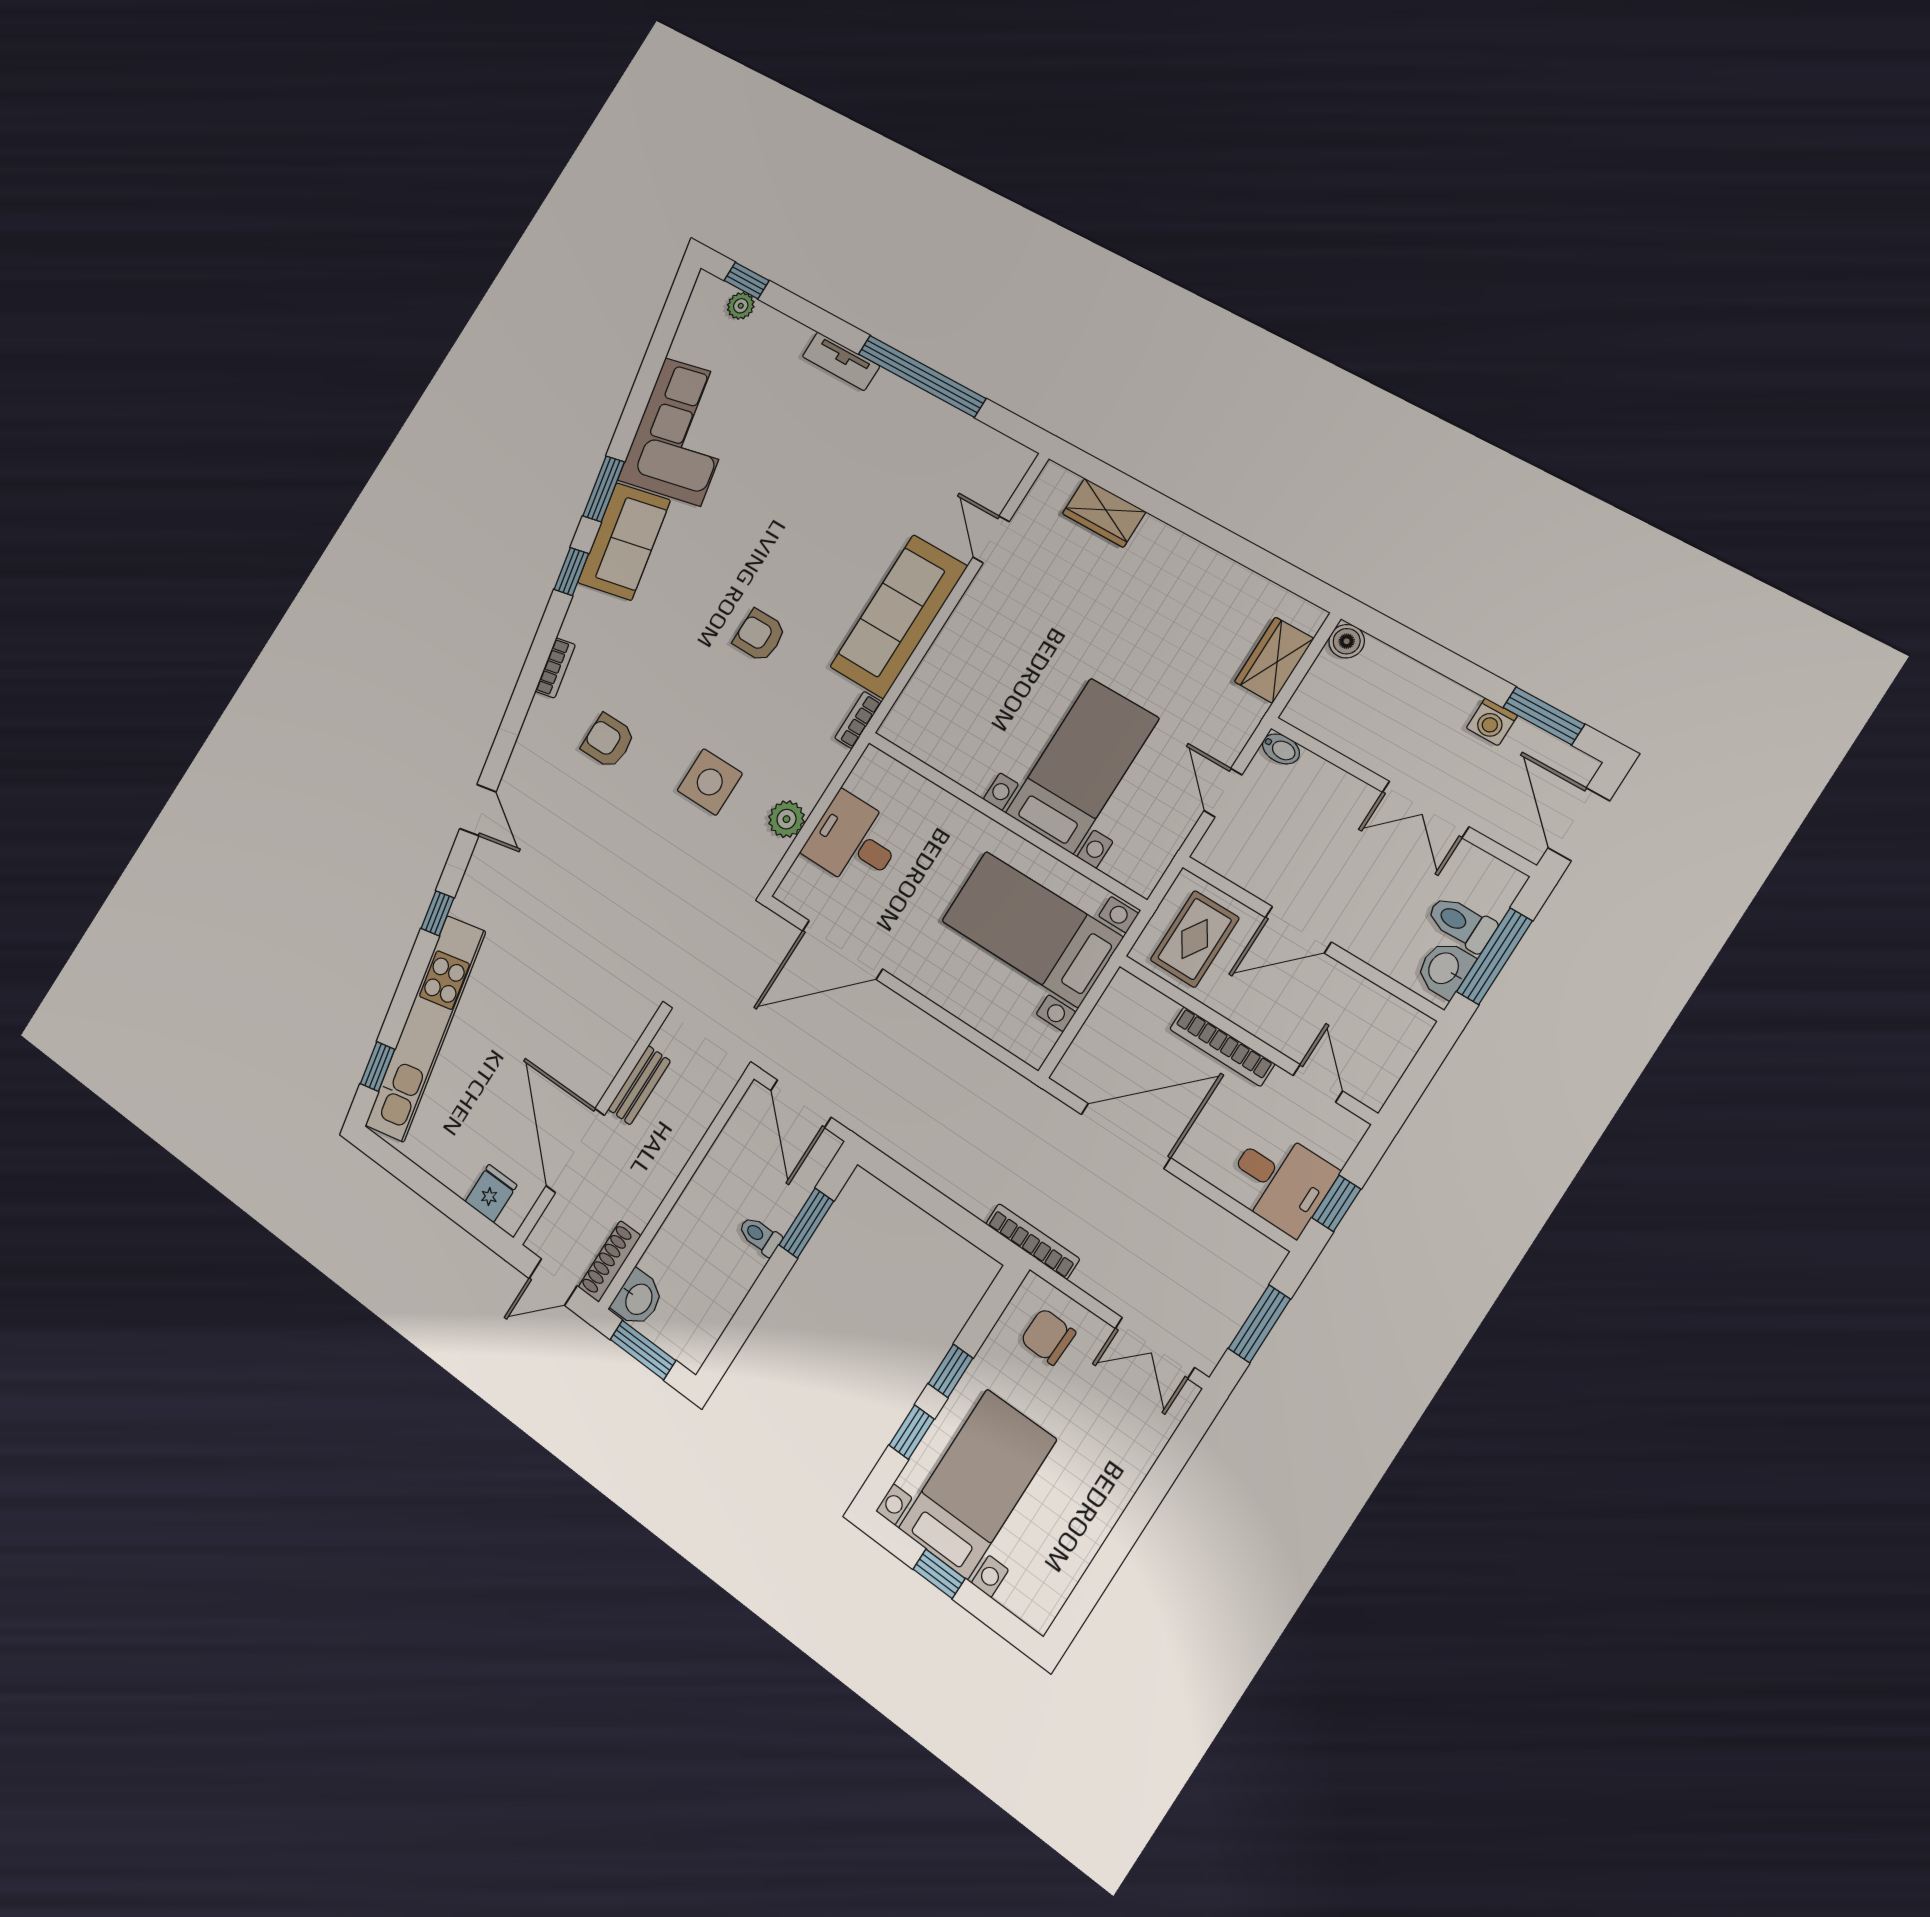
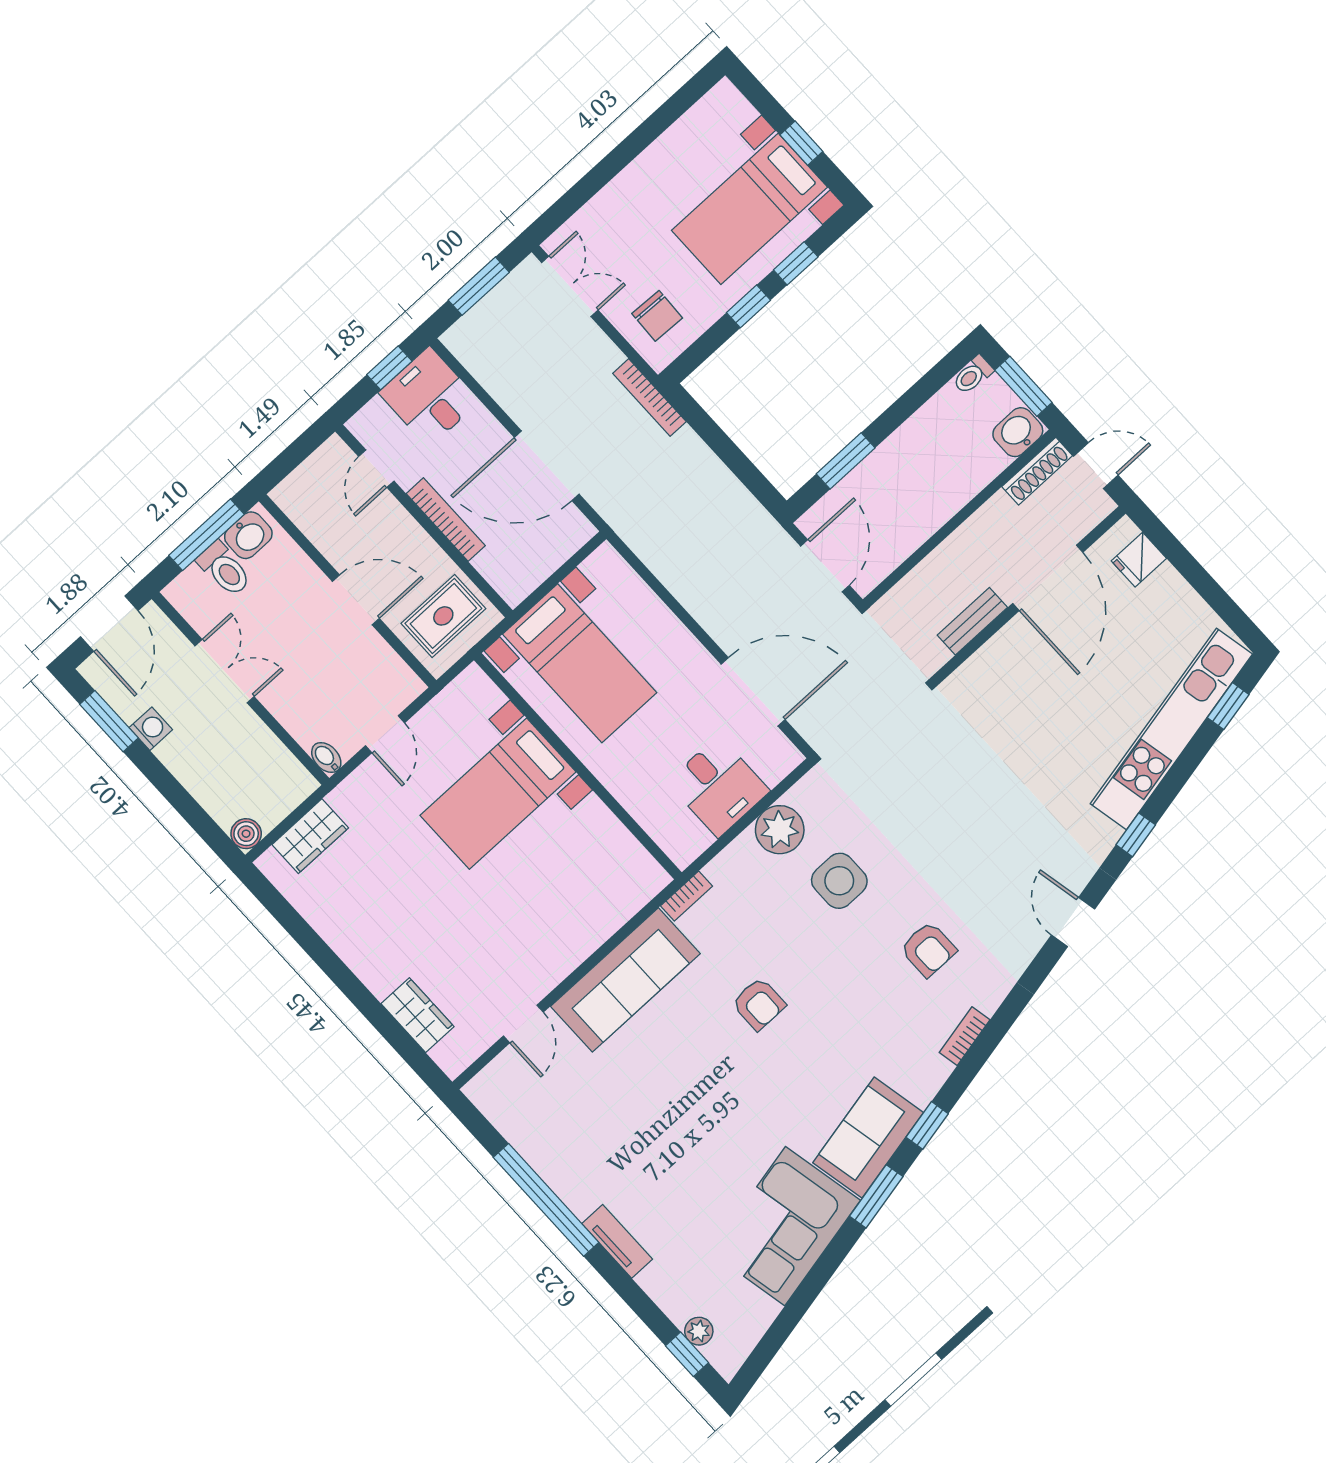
plant: (787, 819) -> (780, 830), width x1.36, depth x1.36
toilet: (760, 1236) -> (973, 375), moved, turned 90

